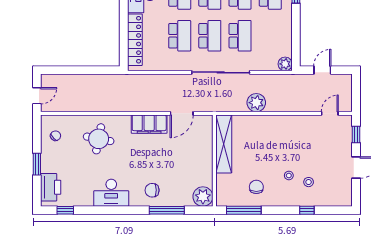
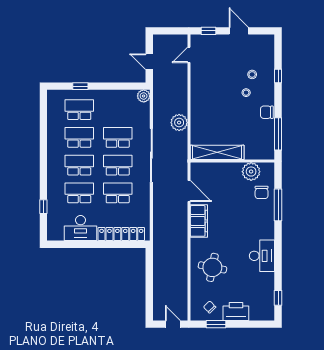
door: (330, 113) -> (189, 55), hinge flipped
window: (37, 164) -> (216, 324), moved
printer: (51, 187) -> (236, 311), moved
chair: (256, 187) -> (267, 112), moved
chair: (152, 190) -> (262, 192), moved
plant: (203, 197) -> (251, 172), moved

